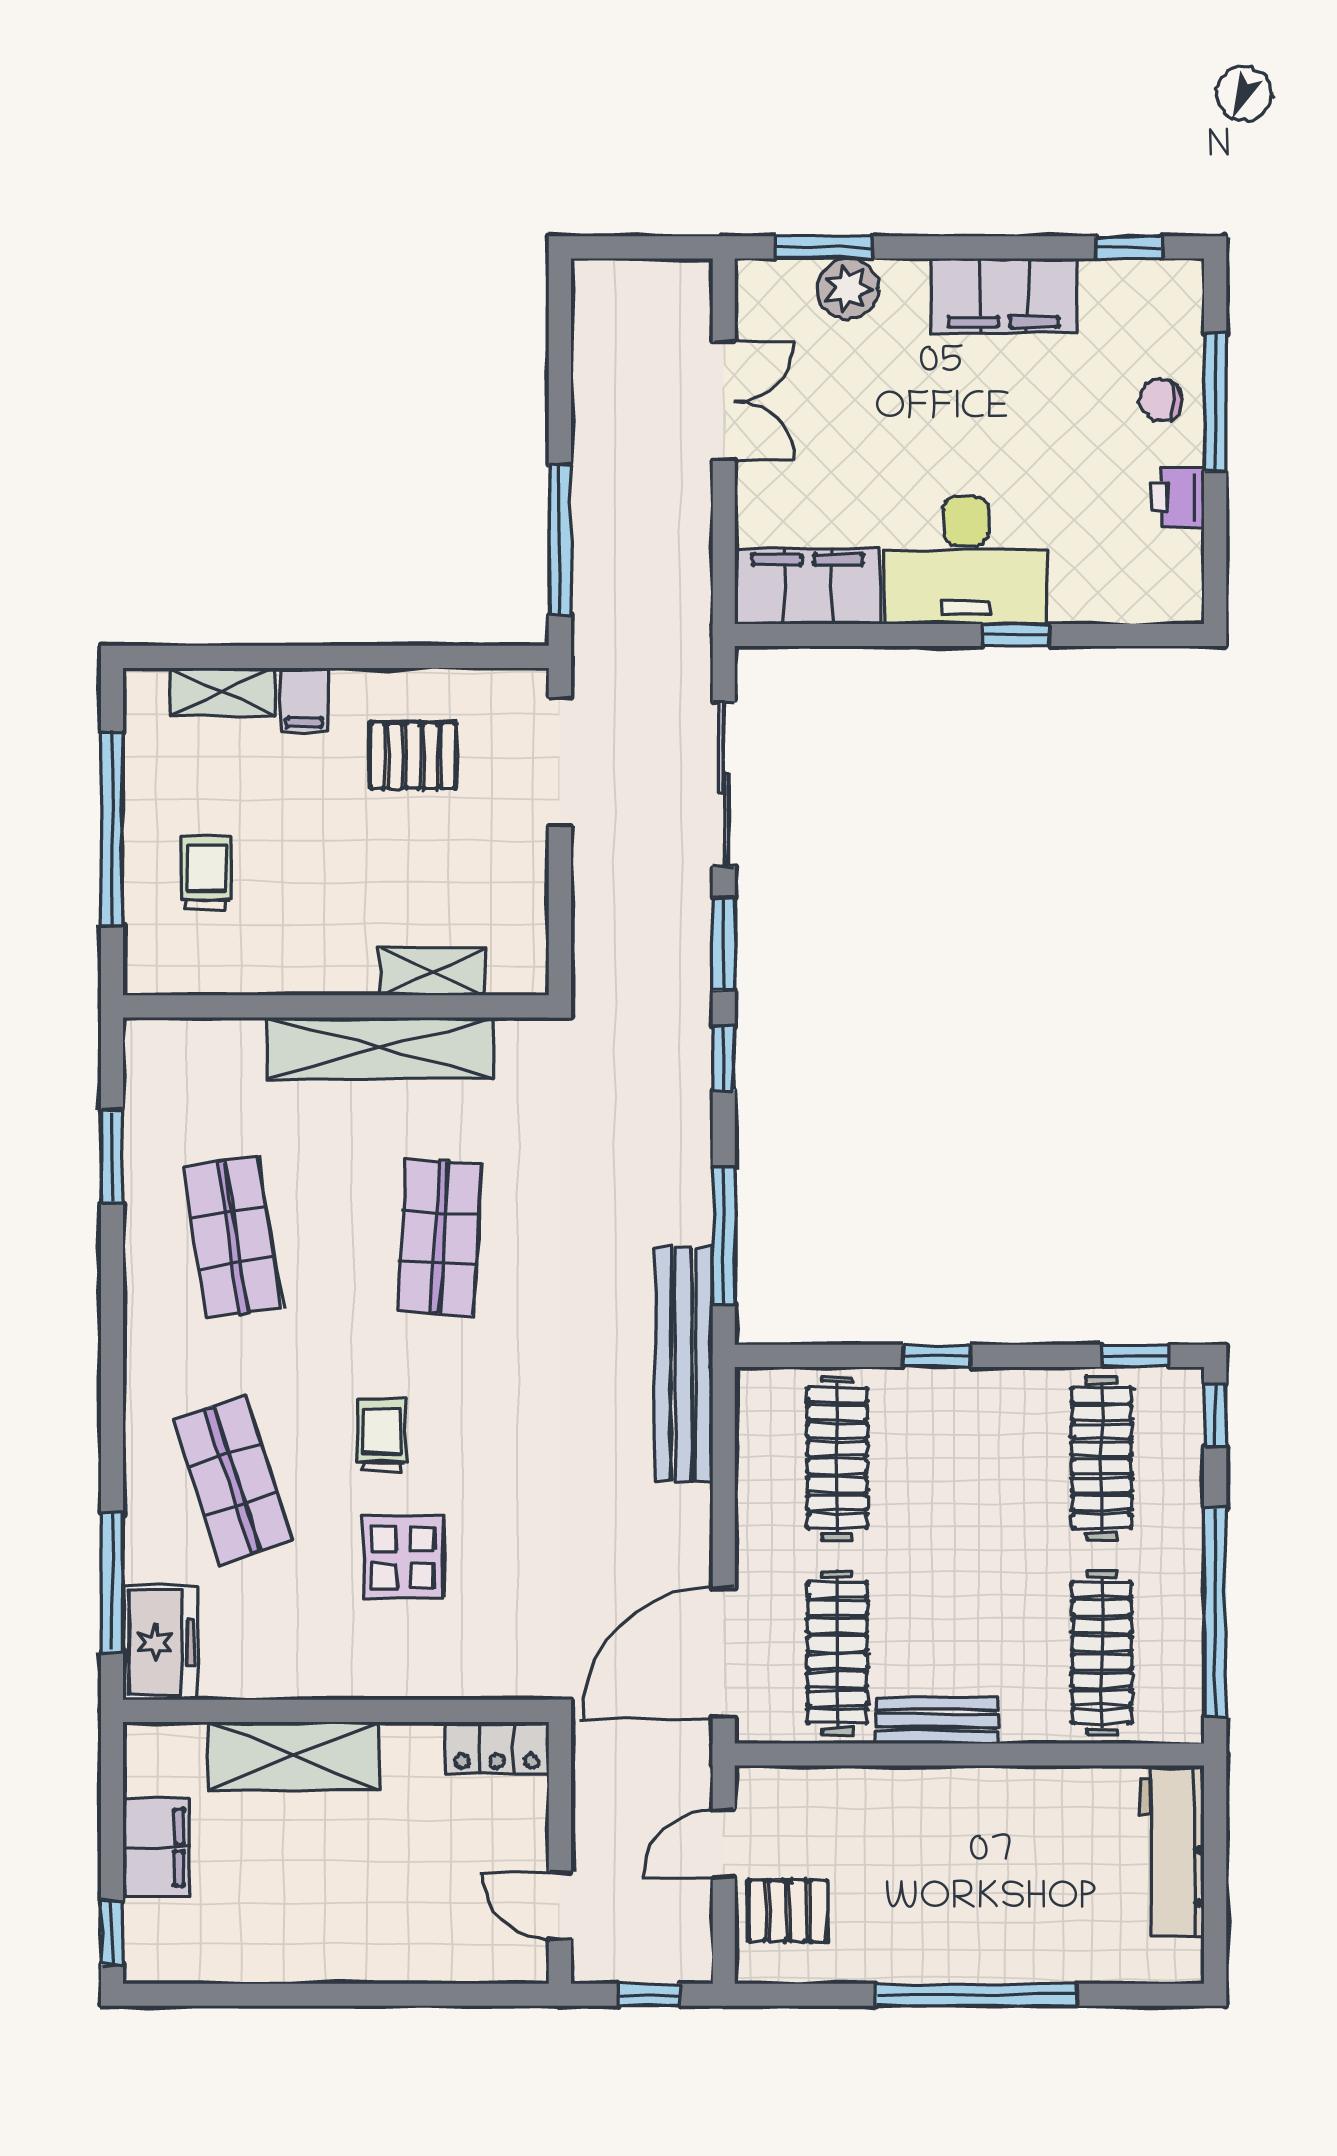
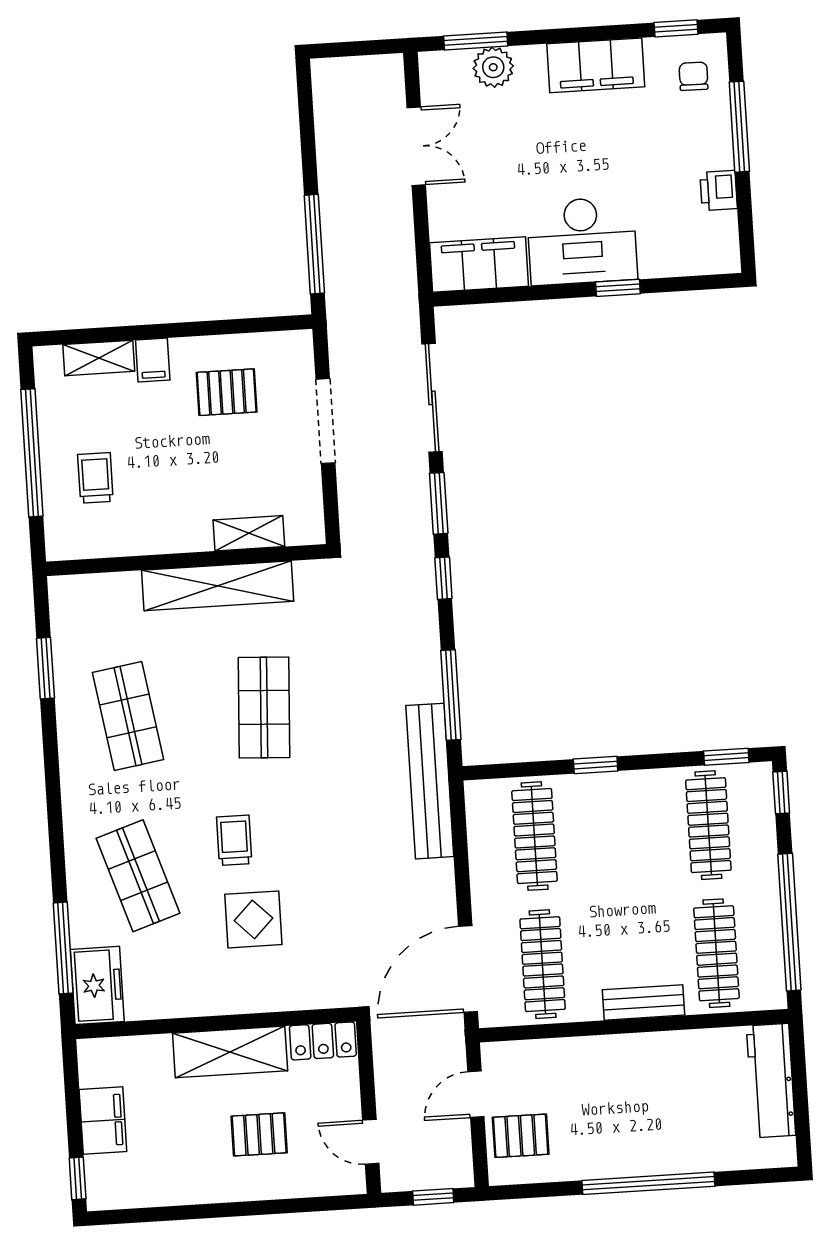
chair: (1161, 400) -> (694, 76), moved, turned 91
doorway: (560, 762) -> (325, 421), moved
bench: (938, 1720) -> (644, 1002), moved
shelving: (293, 1756) -> (230, 1052), moved
pallet: (391, 1884) -> (259, 1134), added

